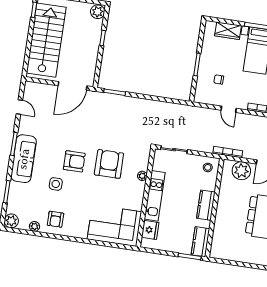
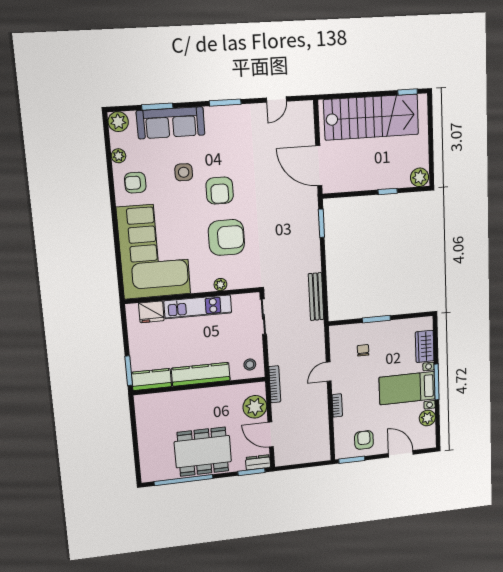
bench: (168, 107) -> (316, 297), added
sofa: (24, 159) -> (171, 123), moved
kitchen counter: (206, 205) -> (201, 374), width x1.50
corner sofa: (114, 225) -> (154, 251), width x1.36, depth x1.36

